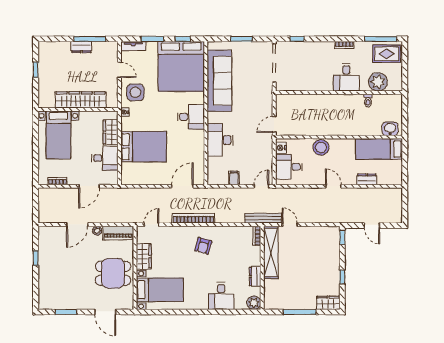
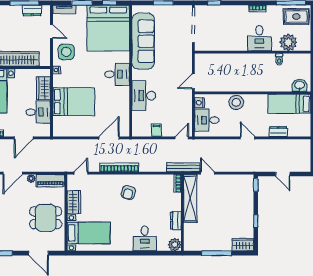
dresser: (81, 47) -> (32, 10), moved

